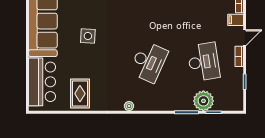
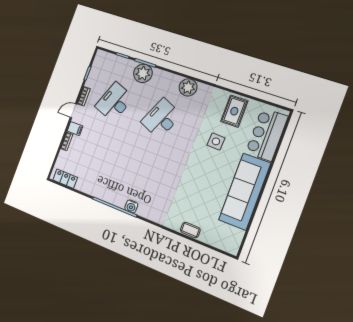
side table: (88, 36) -> (216, 141), moved
desk: (204, 62) -> (114, 102), turned 30
plant: (203, 101) -> (143, 73), moved
plant: (129, 106) -> (188, 87), width x1.88, depth x1.88

